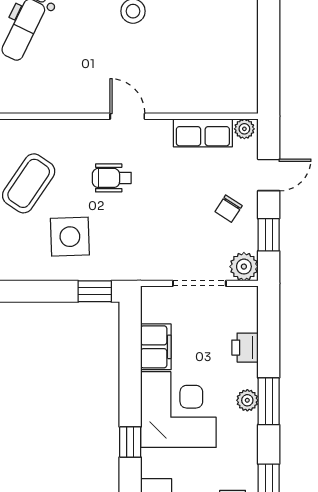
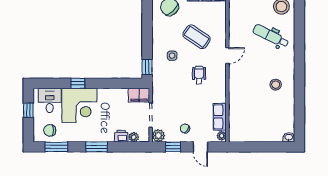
door: (127, 116) -> (227, 56), moved
side table: (70, 237) -> (172, 56), width x0.54, depth x0.54
filing cabinet: (156, 347) -> (139, 95), moved
plant: (247, 400) -> (134, 137), moved
corner desk: (178, 410) -> (79, 105), moved

